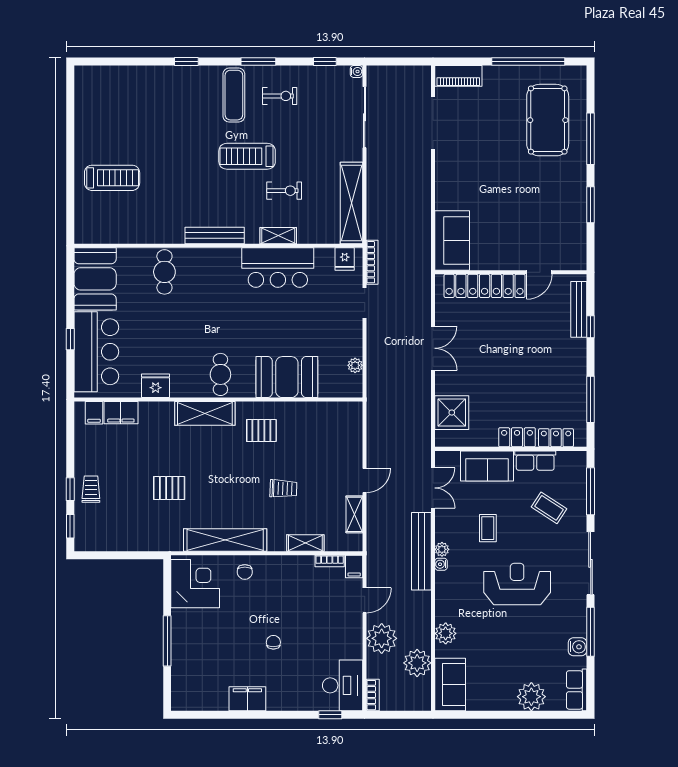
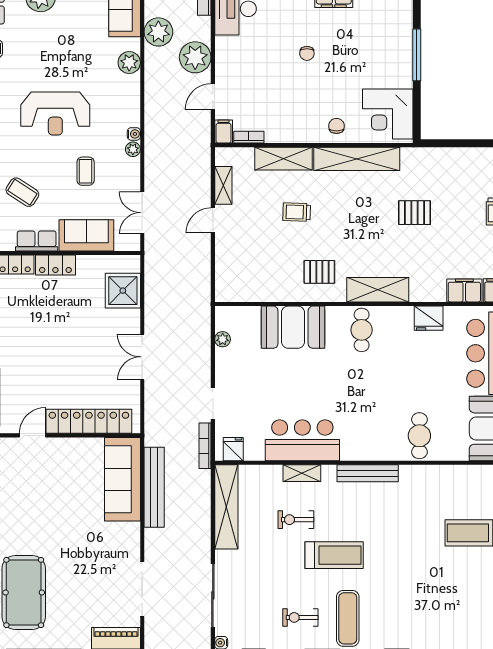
sofa: (452, 241) -> (122, 479), width x1.36
shelving: (305, 543) -> (283, 159), width x1.50, depth x1.33
bench: (421, 551) -> (154, 487), moved

